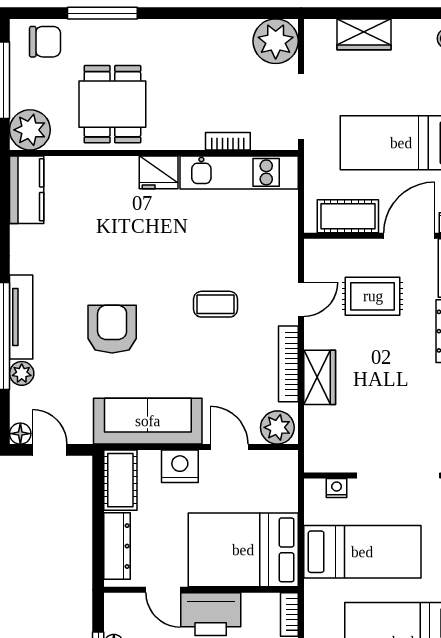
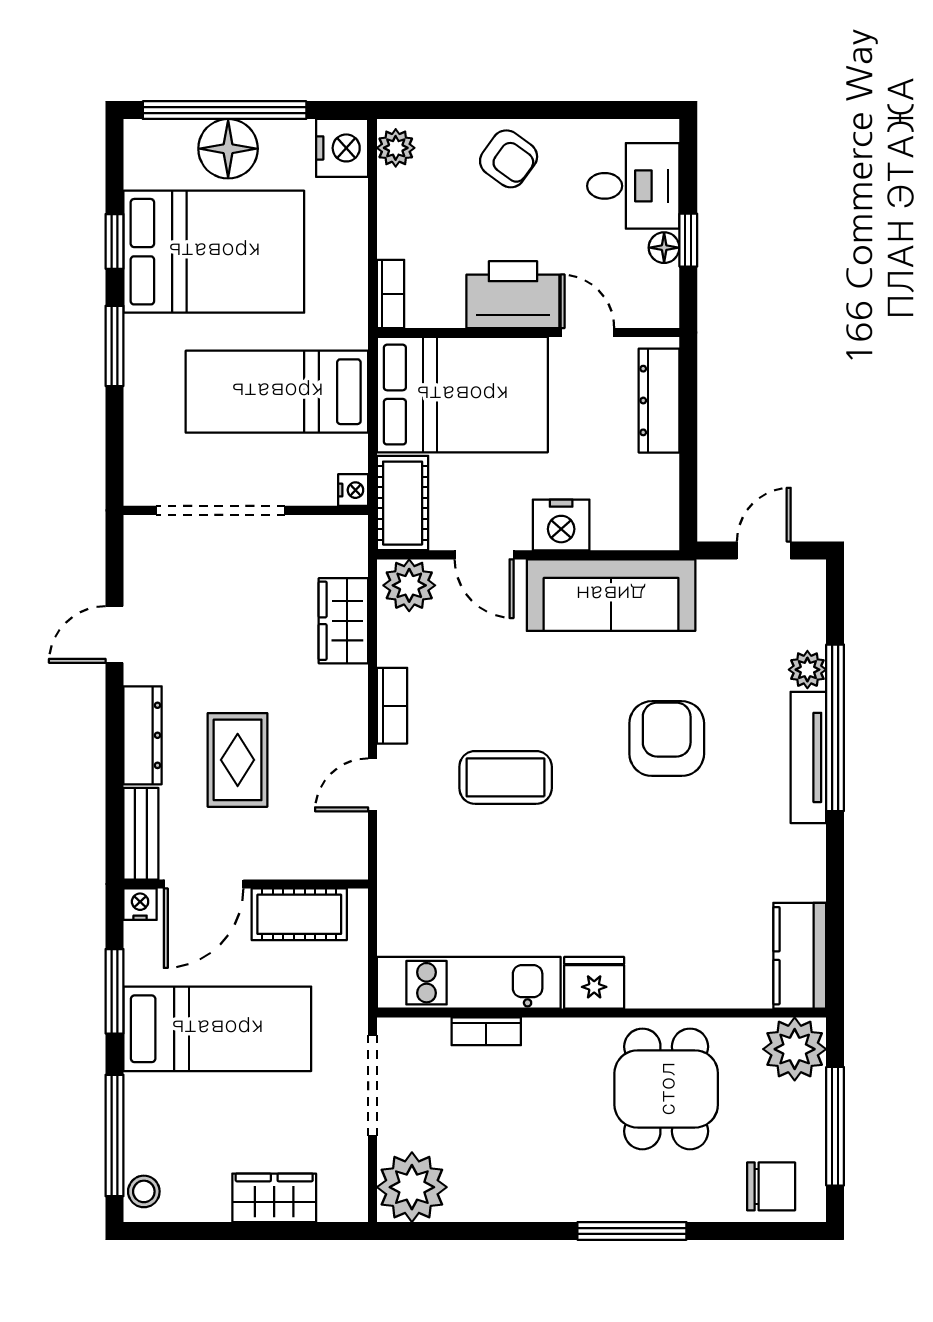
window: (102, 13) -> (632, 1231), moved
chair: (45, 42) -> (771, 1186), turned 180
rug: (373, 296) -> (238, 760), moved, turned 90
coffee table: (216, 304) -> (506, 777), width x1.36, depth x1.30
armchair: (112, 329) -> (667, 739), turned 180
bookcase: (288, 364) -> (392, 706), width x0.64
wardrobe: (320, 377) -> (343, 621), moved
floor lamp: (20, 434) -> (810, 576), removed
door: (50, 450) -> (764, 550), swing flipped
cot: (120, 480) -> (403, 503), moved
nightstand: (337, 488) -> (353, 490), moved, turned -90

